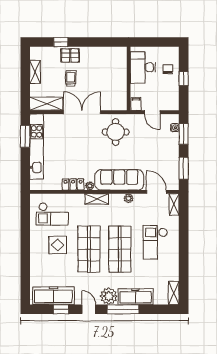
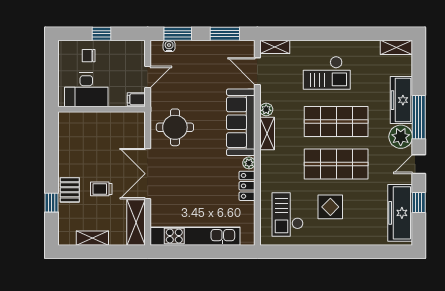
window: (25, 136) -> (181, 252), removed
door: (156, 192) -> (257, 71), hinge flipped
shelving: (97, 199) -> (267, 133), moved
checkout: (52, 214) -> (288, 215), turned 180

